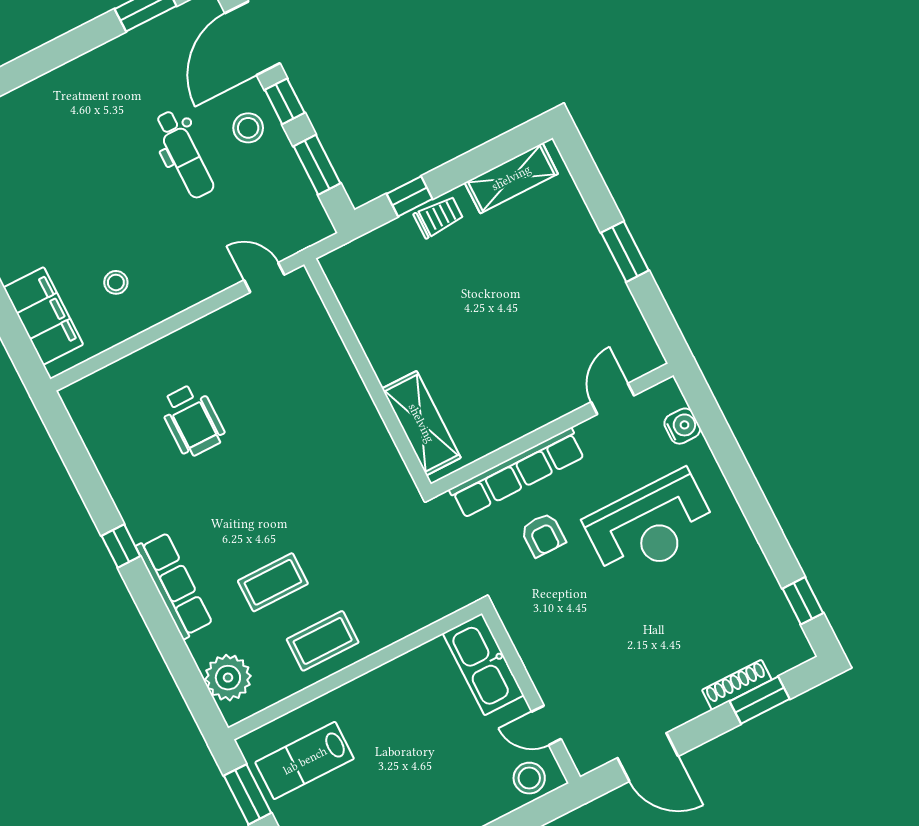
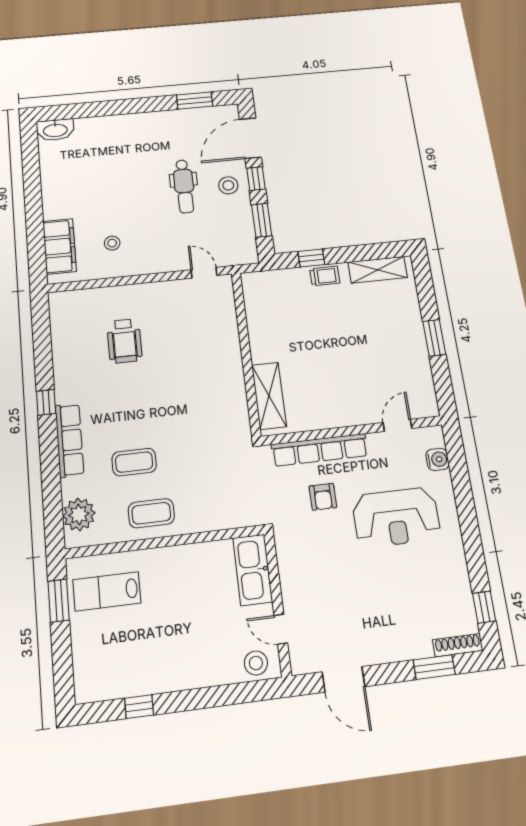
shoe rack: (737, 685) -> (458, 645), moved

